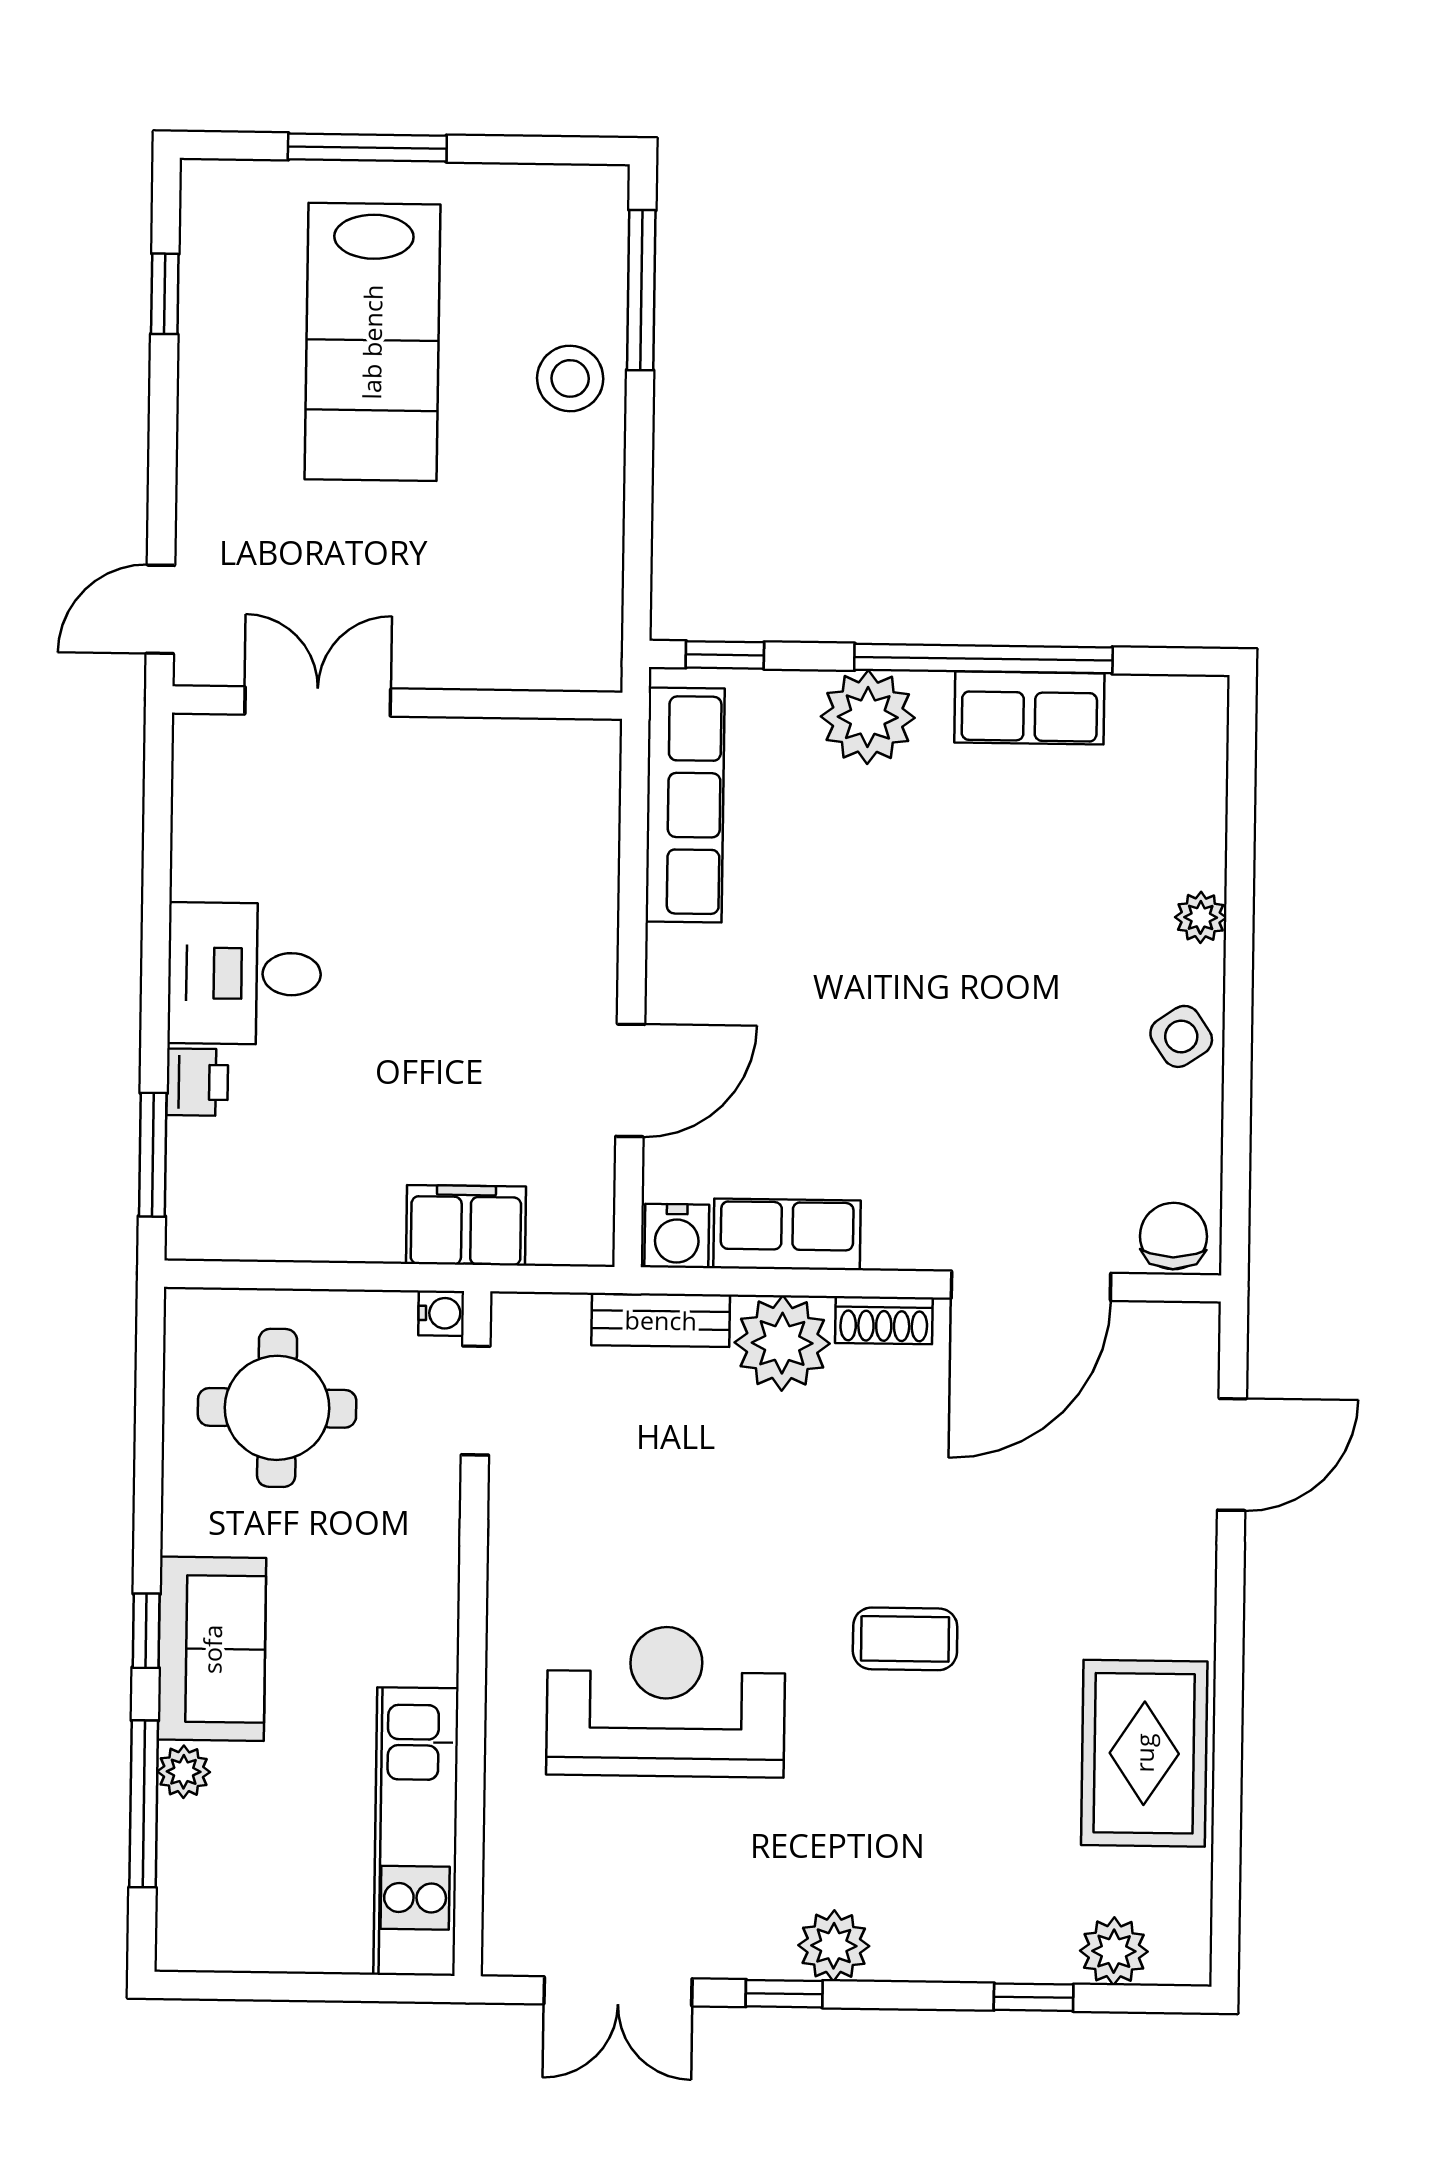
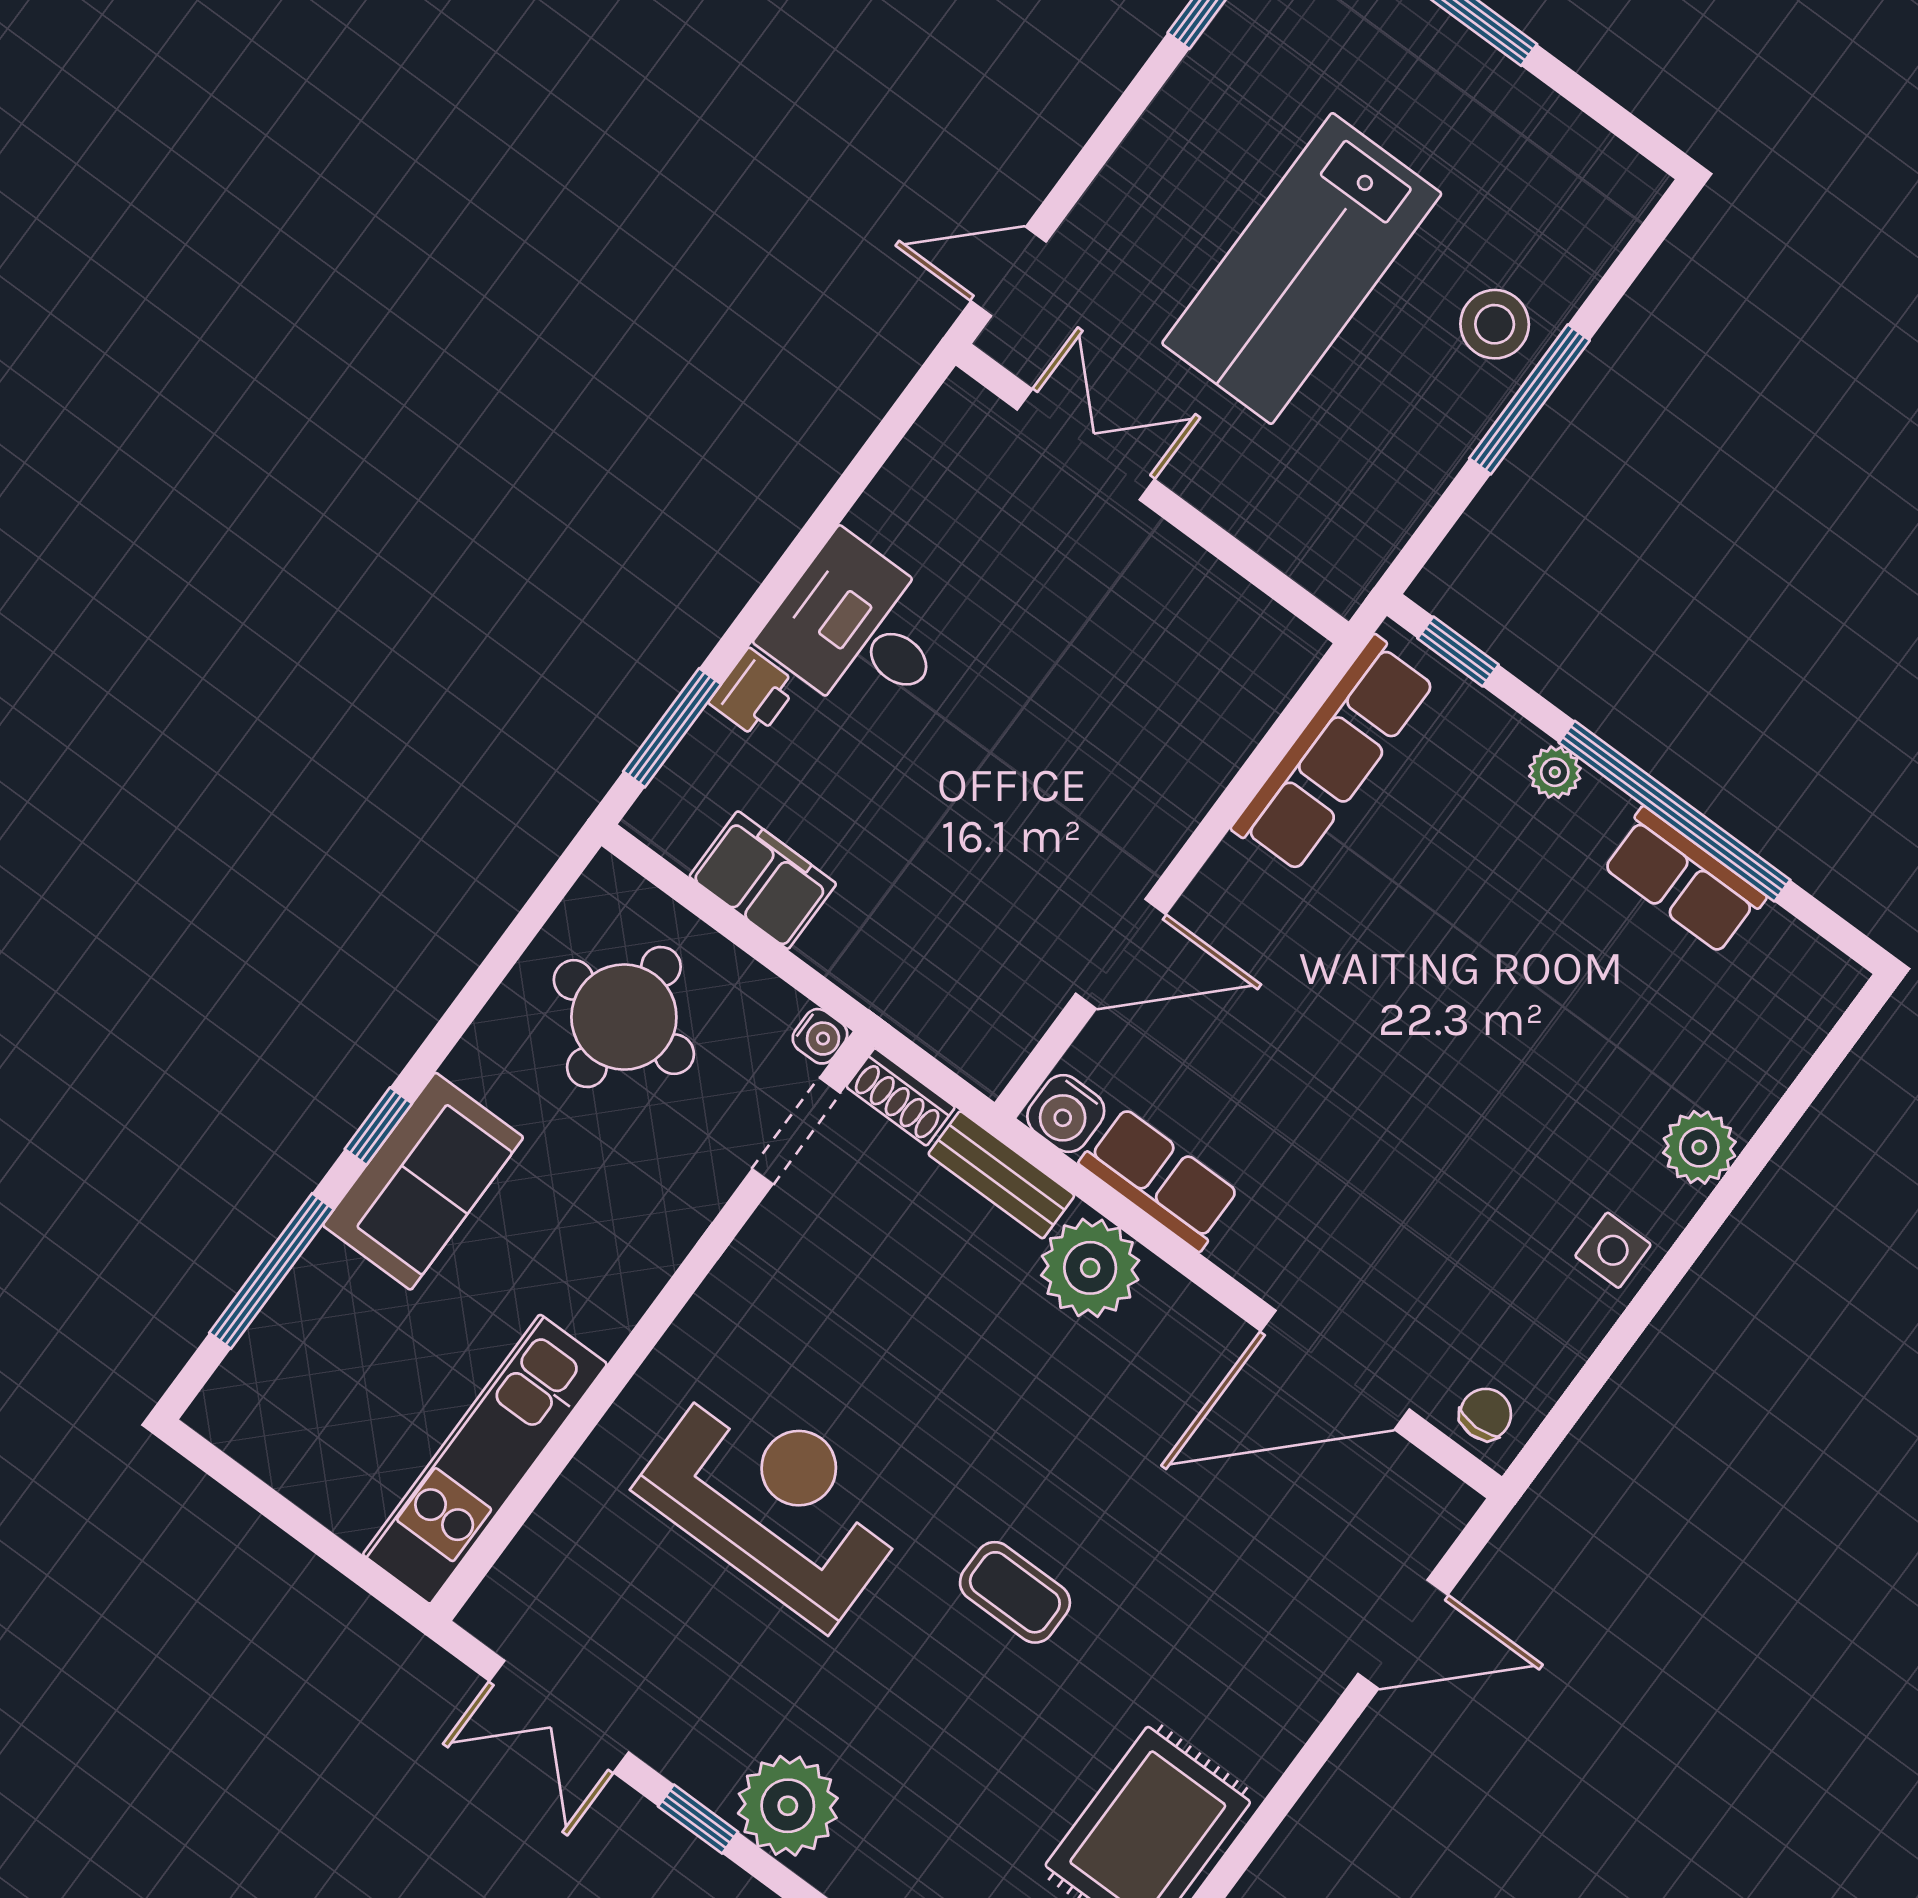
window: (641, 290) -> (1529, 399), moved
lab bench: (372, 342) -> (1302, 269), moved
plant: (868, 717) -> (1555, 772), width x0.53, depth x0.53
plant: (1201, 917) -> (1699, 1147), width x1.38, depth x1.38
side table: (1181, 1036) -> (1613, 1250), turned 34
filing cabinet: (466, 1225) -> (763, 880), moved
chair: (1173, 1236) -> (1486, 1414), width x0.73, depth x0.73
shoe rack: (884, 1320) -> (901, 1097), moved
plant: (184, 1772) -> (325, 1268), removed
plant: (834, 1946) -> (788, 1806), width x1.36, depth x1.36

